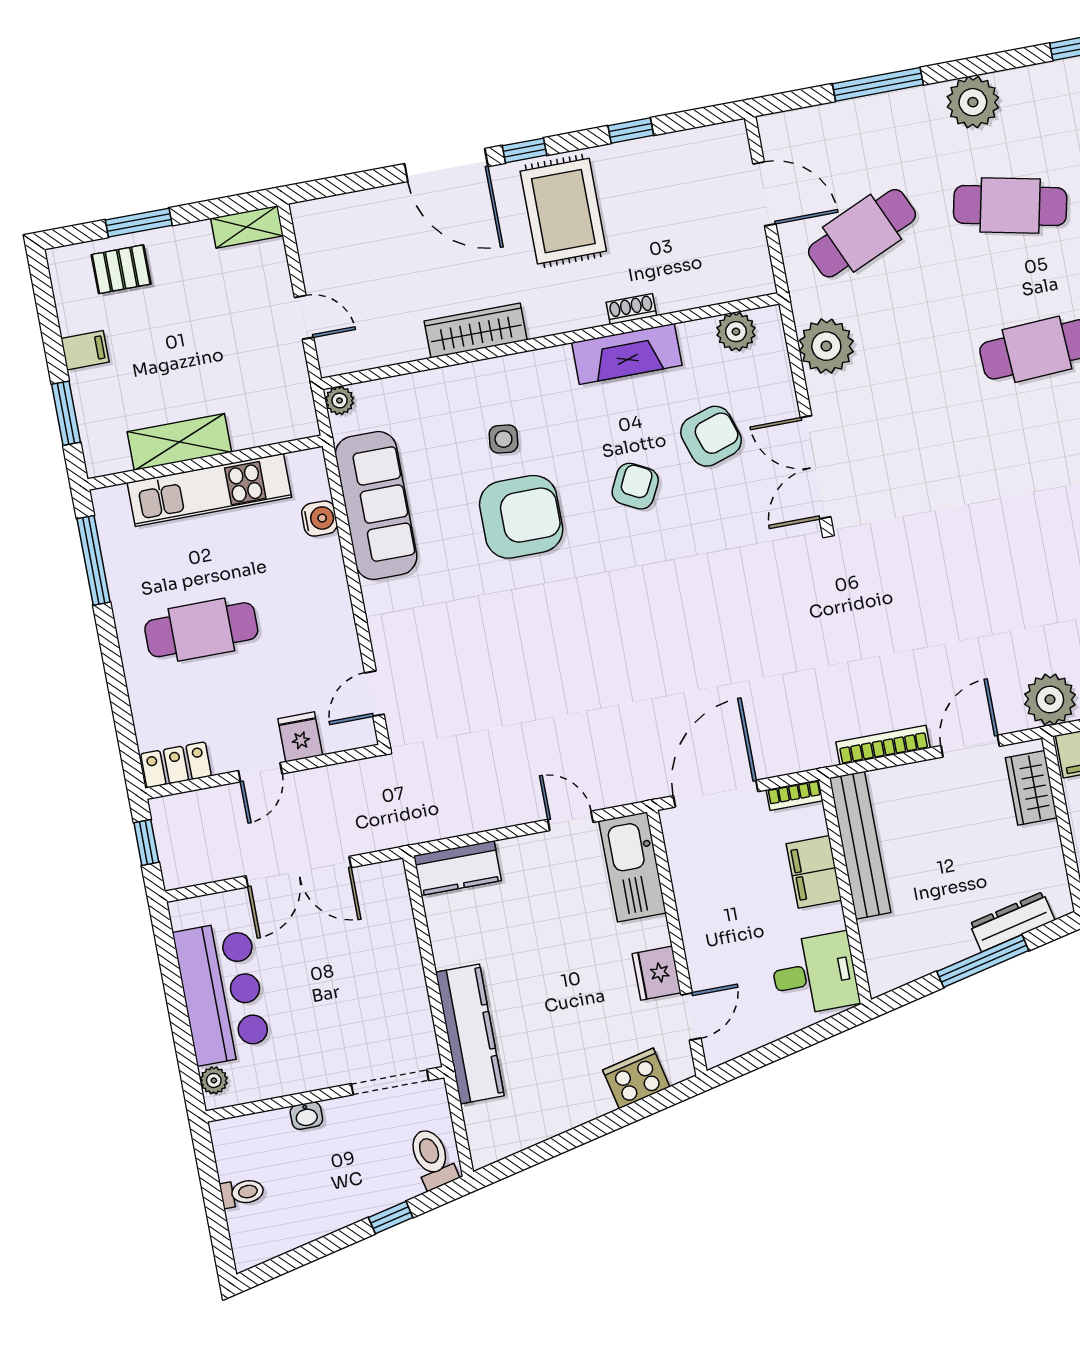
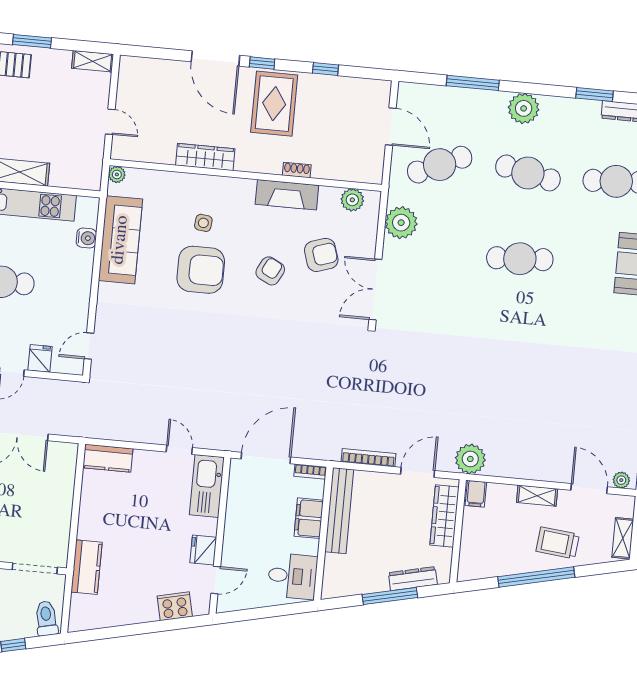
wardrobe: (1031, 788) -> (444, 516), width x1.50
kitchen counter: (470, 1034) -> (87, 567), width x0.67

